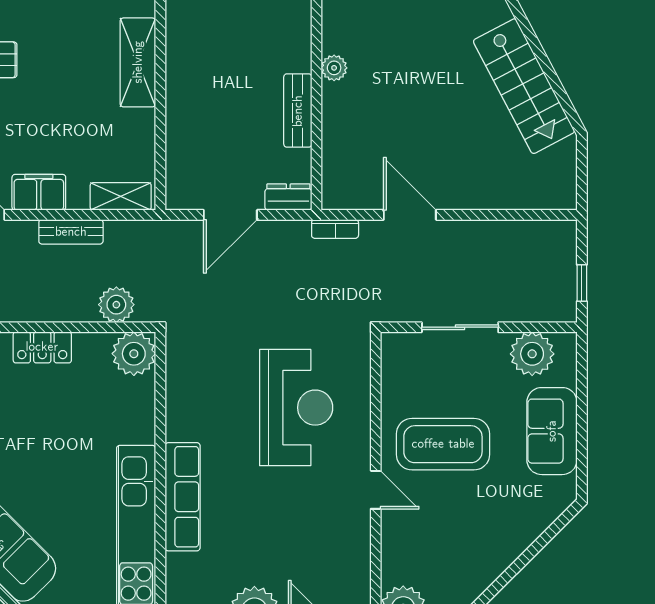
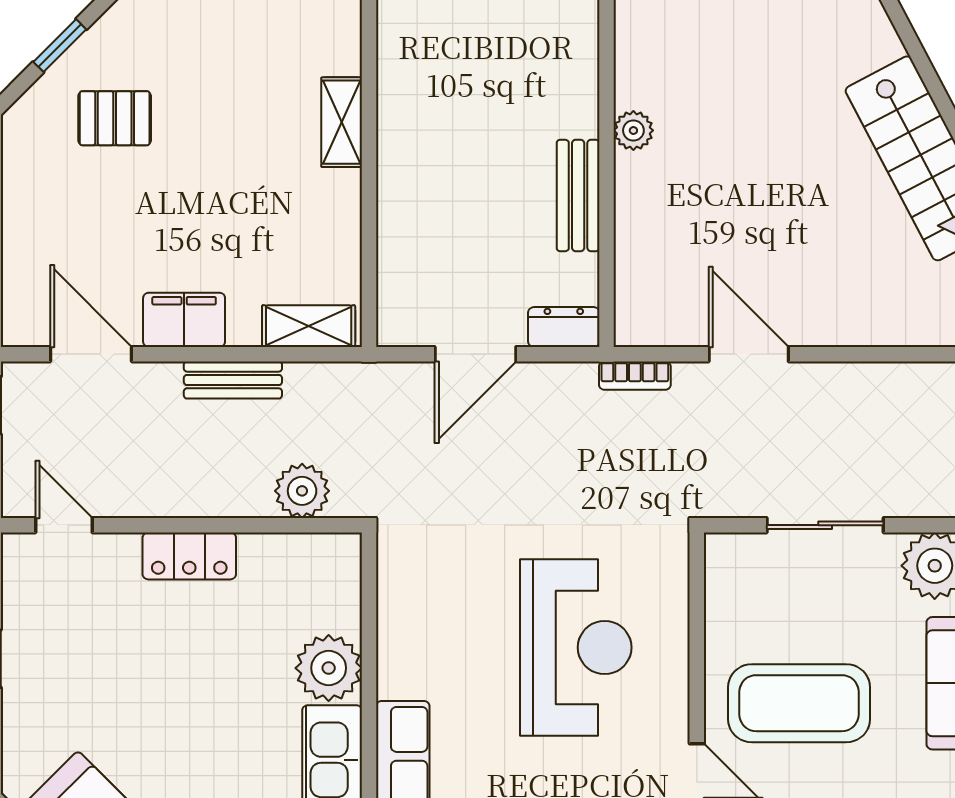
shelving: (138, 62) -> (342, 122), width x0.67, depth x0.75
plant: (134, 354) -> (329, 668), moved

